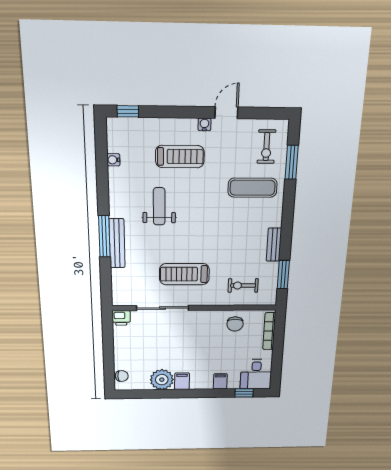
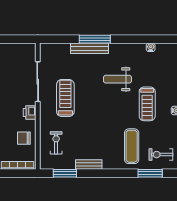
treadmill: (180, 157) -> (147, 104), moved
weight bench: (159, 206) -> (117, 79), turned 180
printer: (121, 318) -> (30, 112), moved

